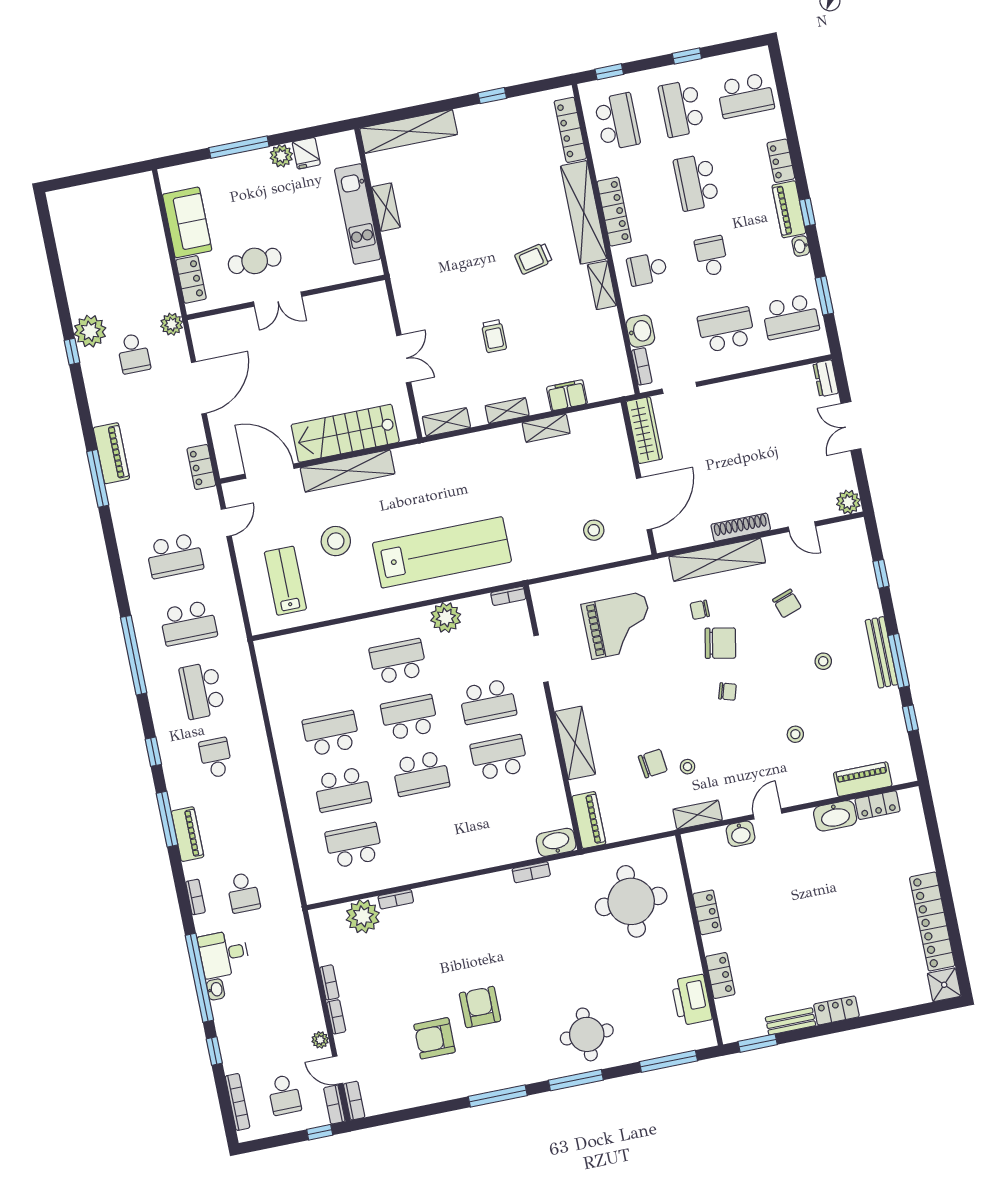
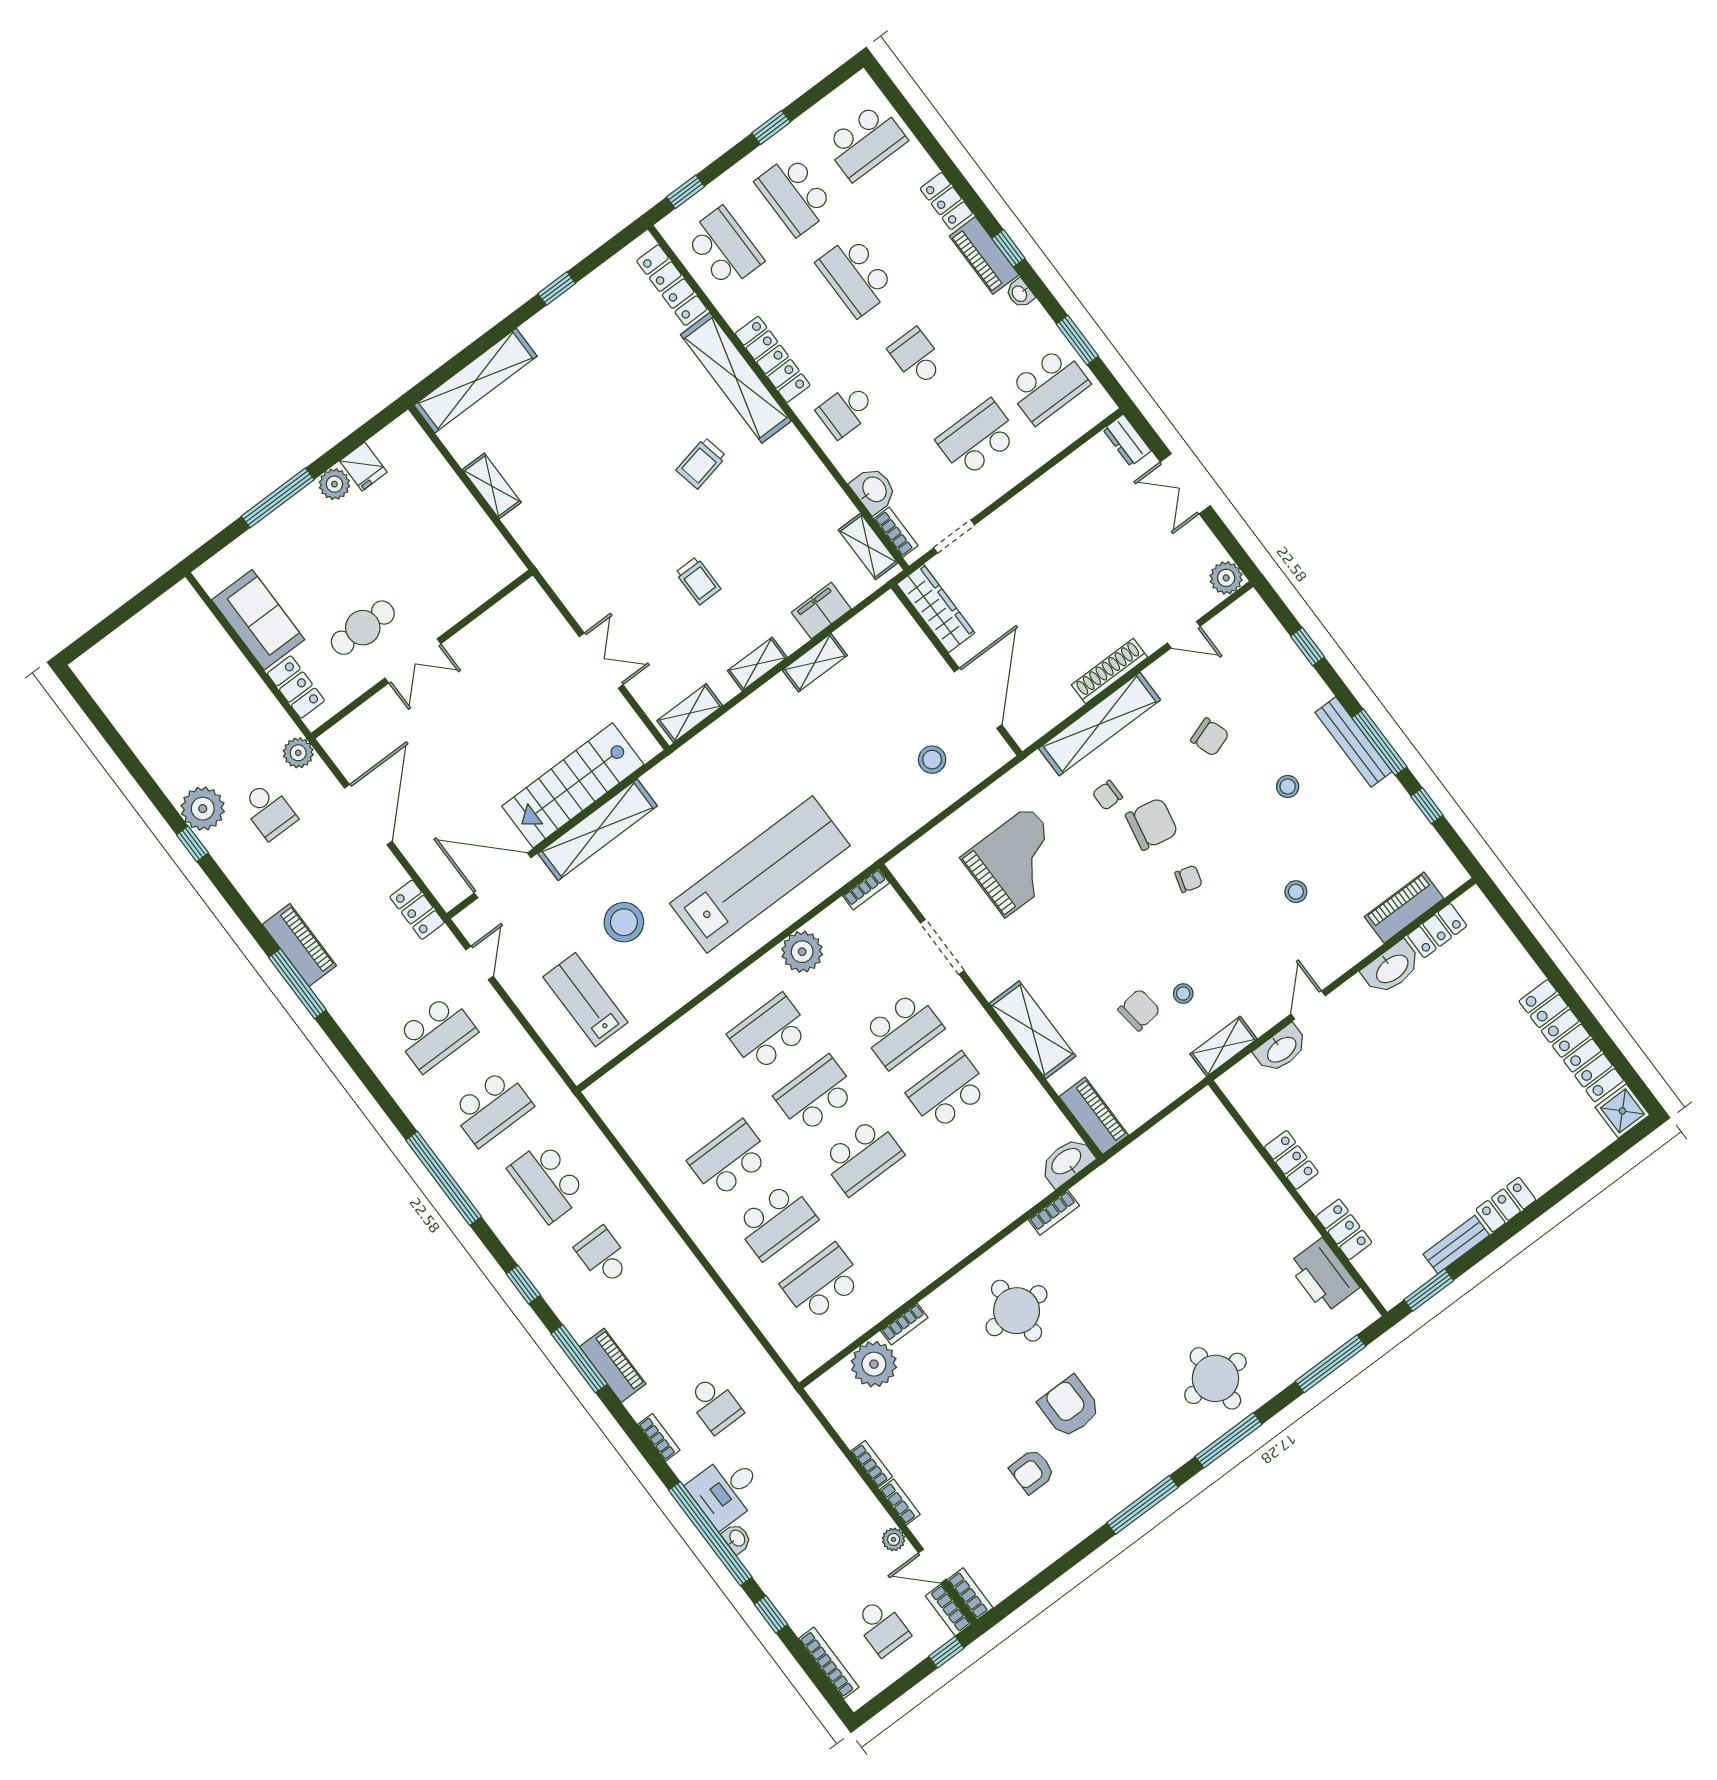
kitchen unit: (358, 214) -> (461, 511), removed
shelving: (602, 285) -> (868, 546), moved
washbasin: (741, 834) -> (1281, 1049), width x1.38
round table: (631, 901) -> (1017, 1311), moved, width x0.73, depth x0.73
armchair: (435, 1038) -> (1032, 1471), width x0.72, depth x0.72

